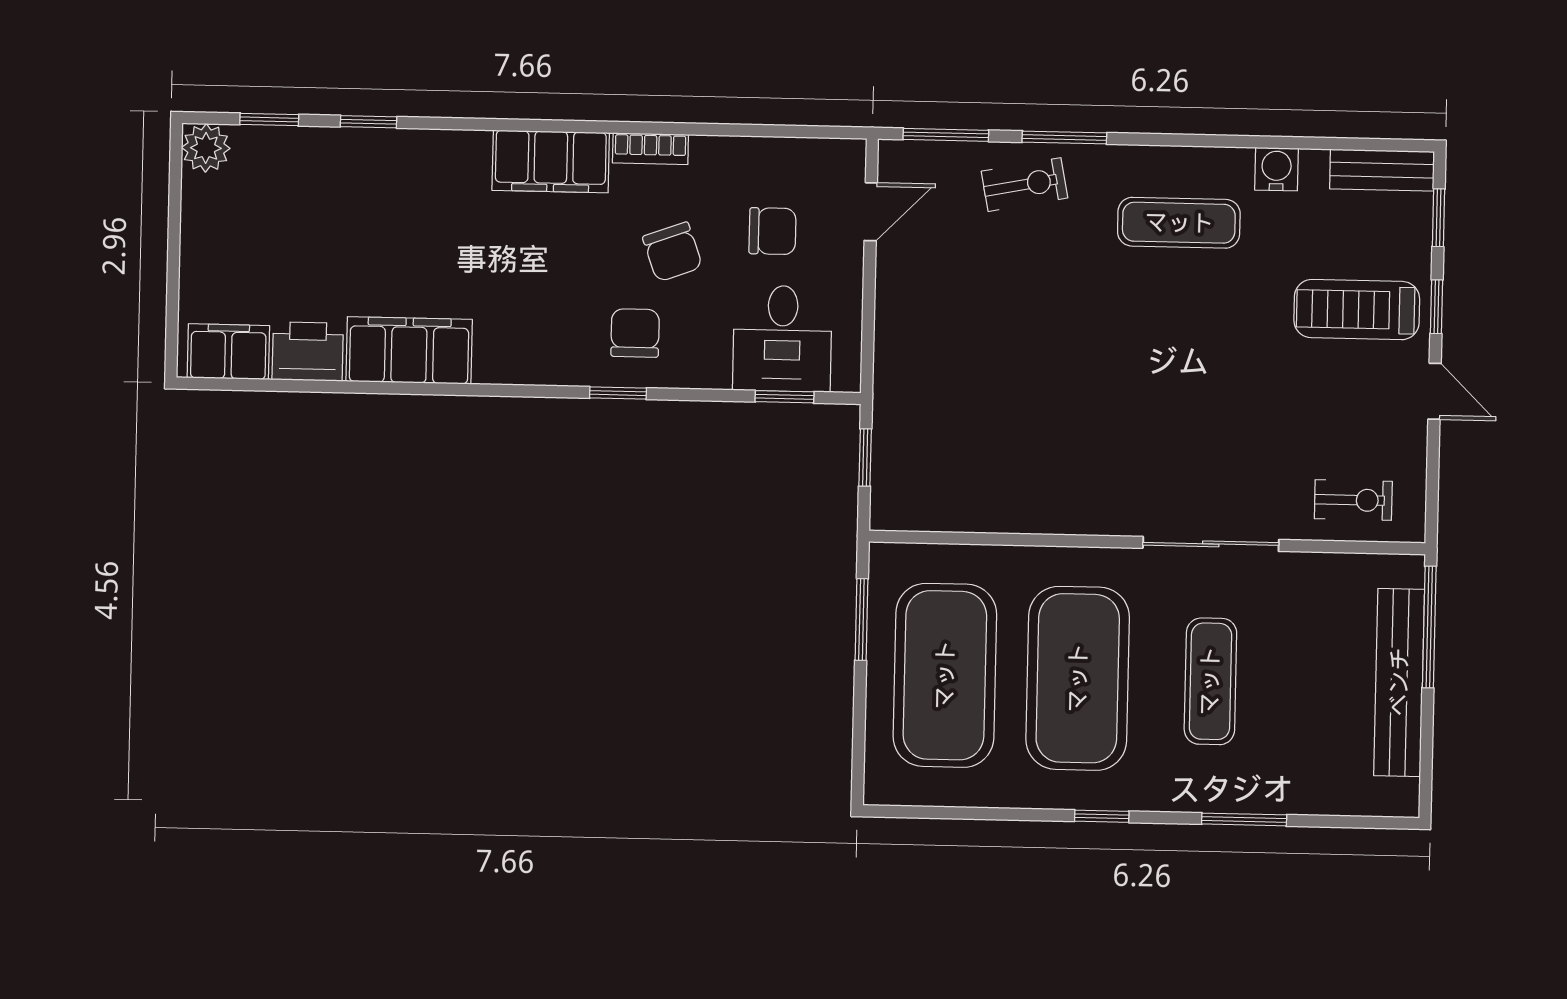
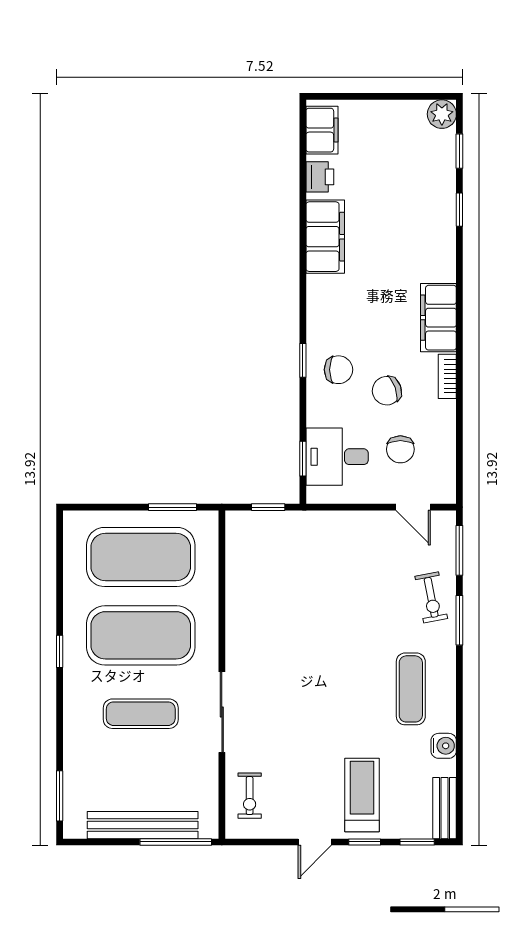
printer: (308, 351) -> (320, 177), width x0.73, depth x0.81
window: (1244, 819) -> (60, 796), moved

